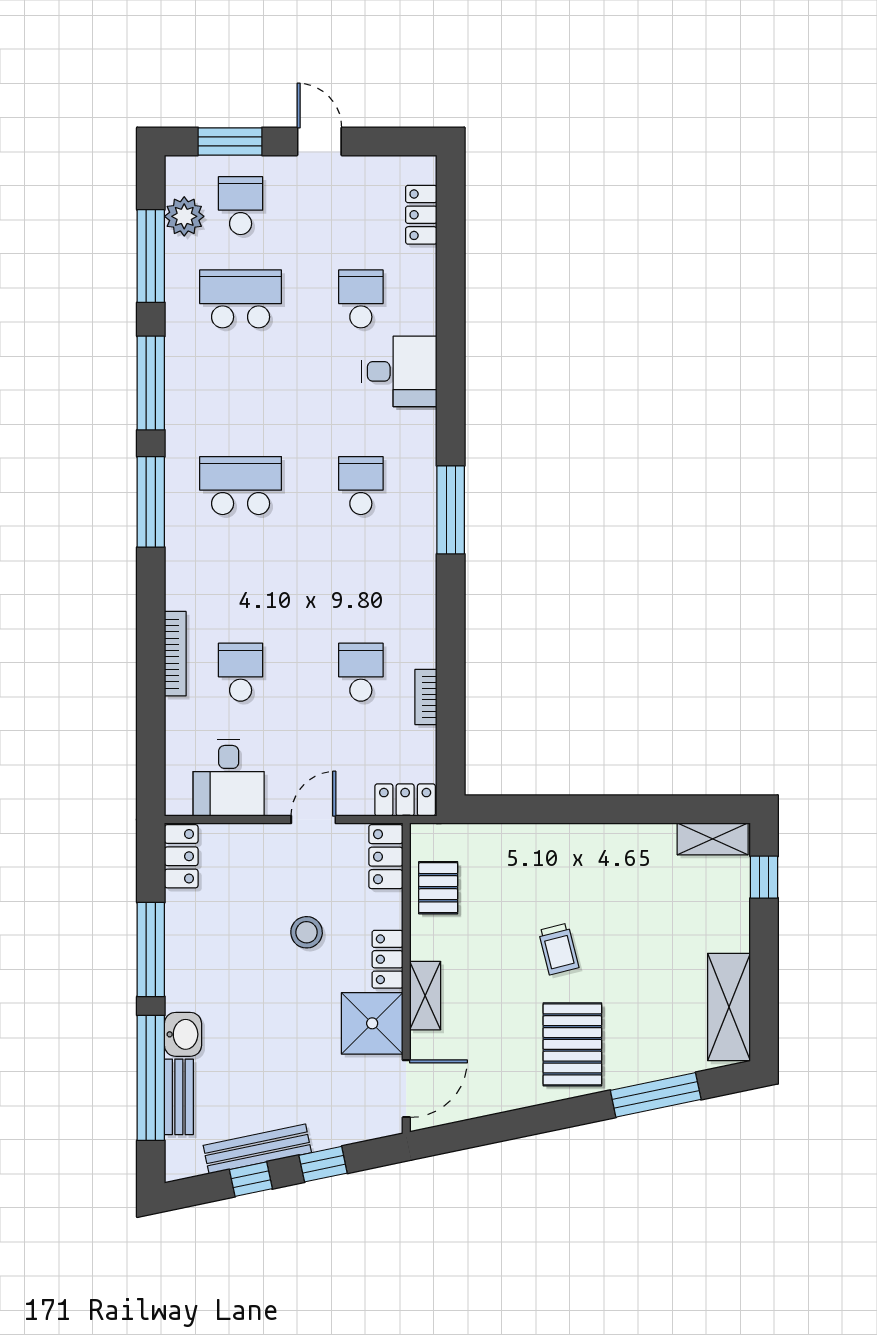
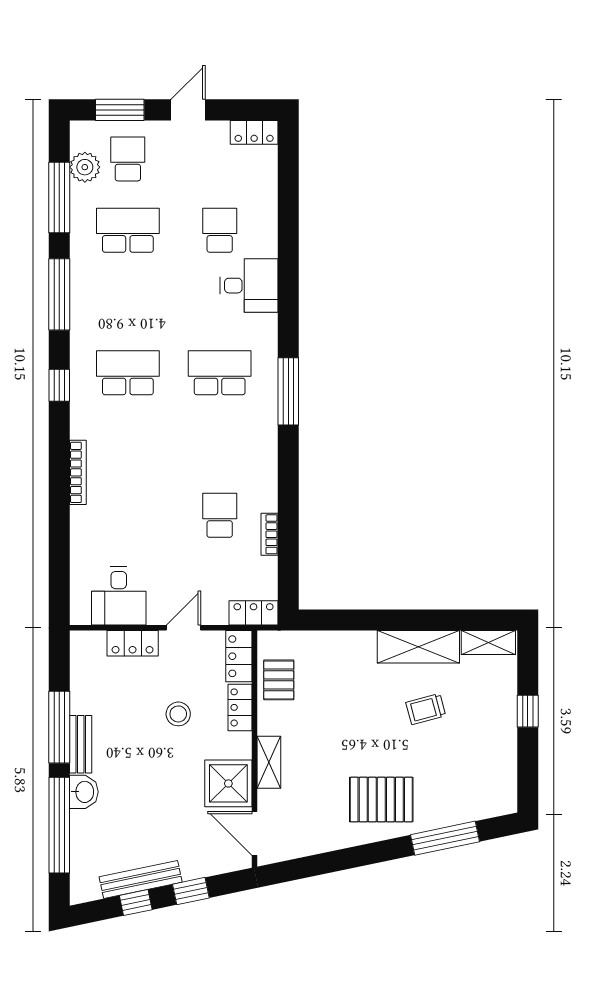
door: (319, 141) -> (188, 110), hinge flipped
locker: (421, 215) -> (254, 132), moved, turned -90
school desk: (361, 486) -> (220, 373), width x1.85
window: (151, 502) -> (59, 385), width x0.46
bookcase: (175, 654) -> (78, 472), moved
school desk: (241, 672) -> (128, 515), removed
locker: (181, 856) -> (133, 643), moved, turned 90
window: (764, 877) -> (528, 711), moved
trolley: (559, 949) -> (426, 709), moved, turned 89
locker: (387, 959) -> (240, 707), moved
shelving: (729, 1007) -> (418, 647), moved, turned 90
pallet: (572, 1044) -> (381, 800), turned 90
door: (406, 1089) -> (254, 833), swing flipped
bench: (179, 1097) -> (81, 744), moved

